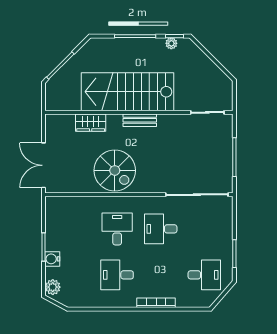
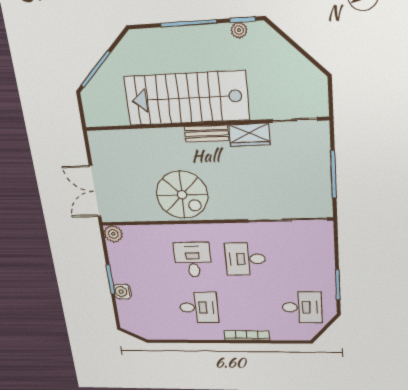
wardrobe: (91, 123) -> (250, 135), moved
desk: (117, 275) -> (199, 307), turned 180
plant: (53, 287) -> (113, 234), moved

